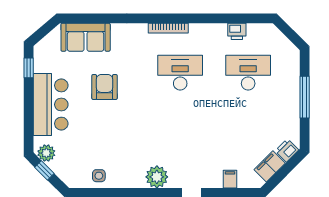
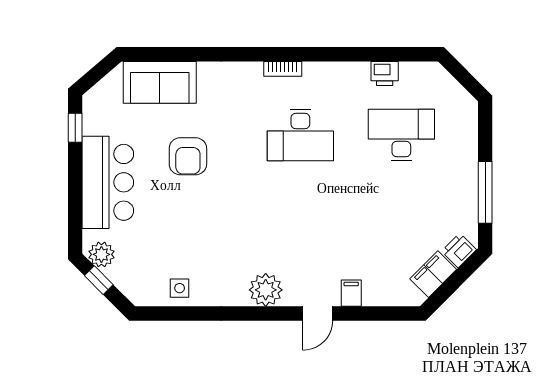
bookcase: (168, 28) -> (283, 69), width x0.64
desk: (180, 73) -> (300, 135), turned 180
armchair: (105, 87) -> (188, 156), turned 180
window: (305, 97) -> (485, 192), moved
filing cabinet: (230, 179) -> (351, 293), moved

